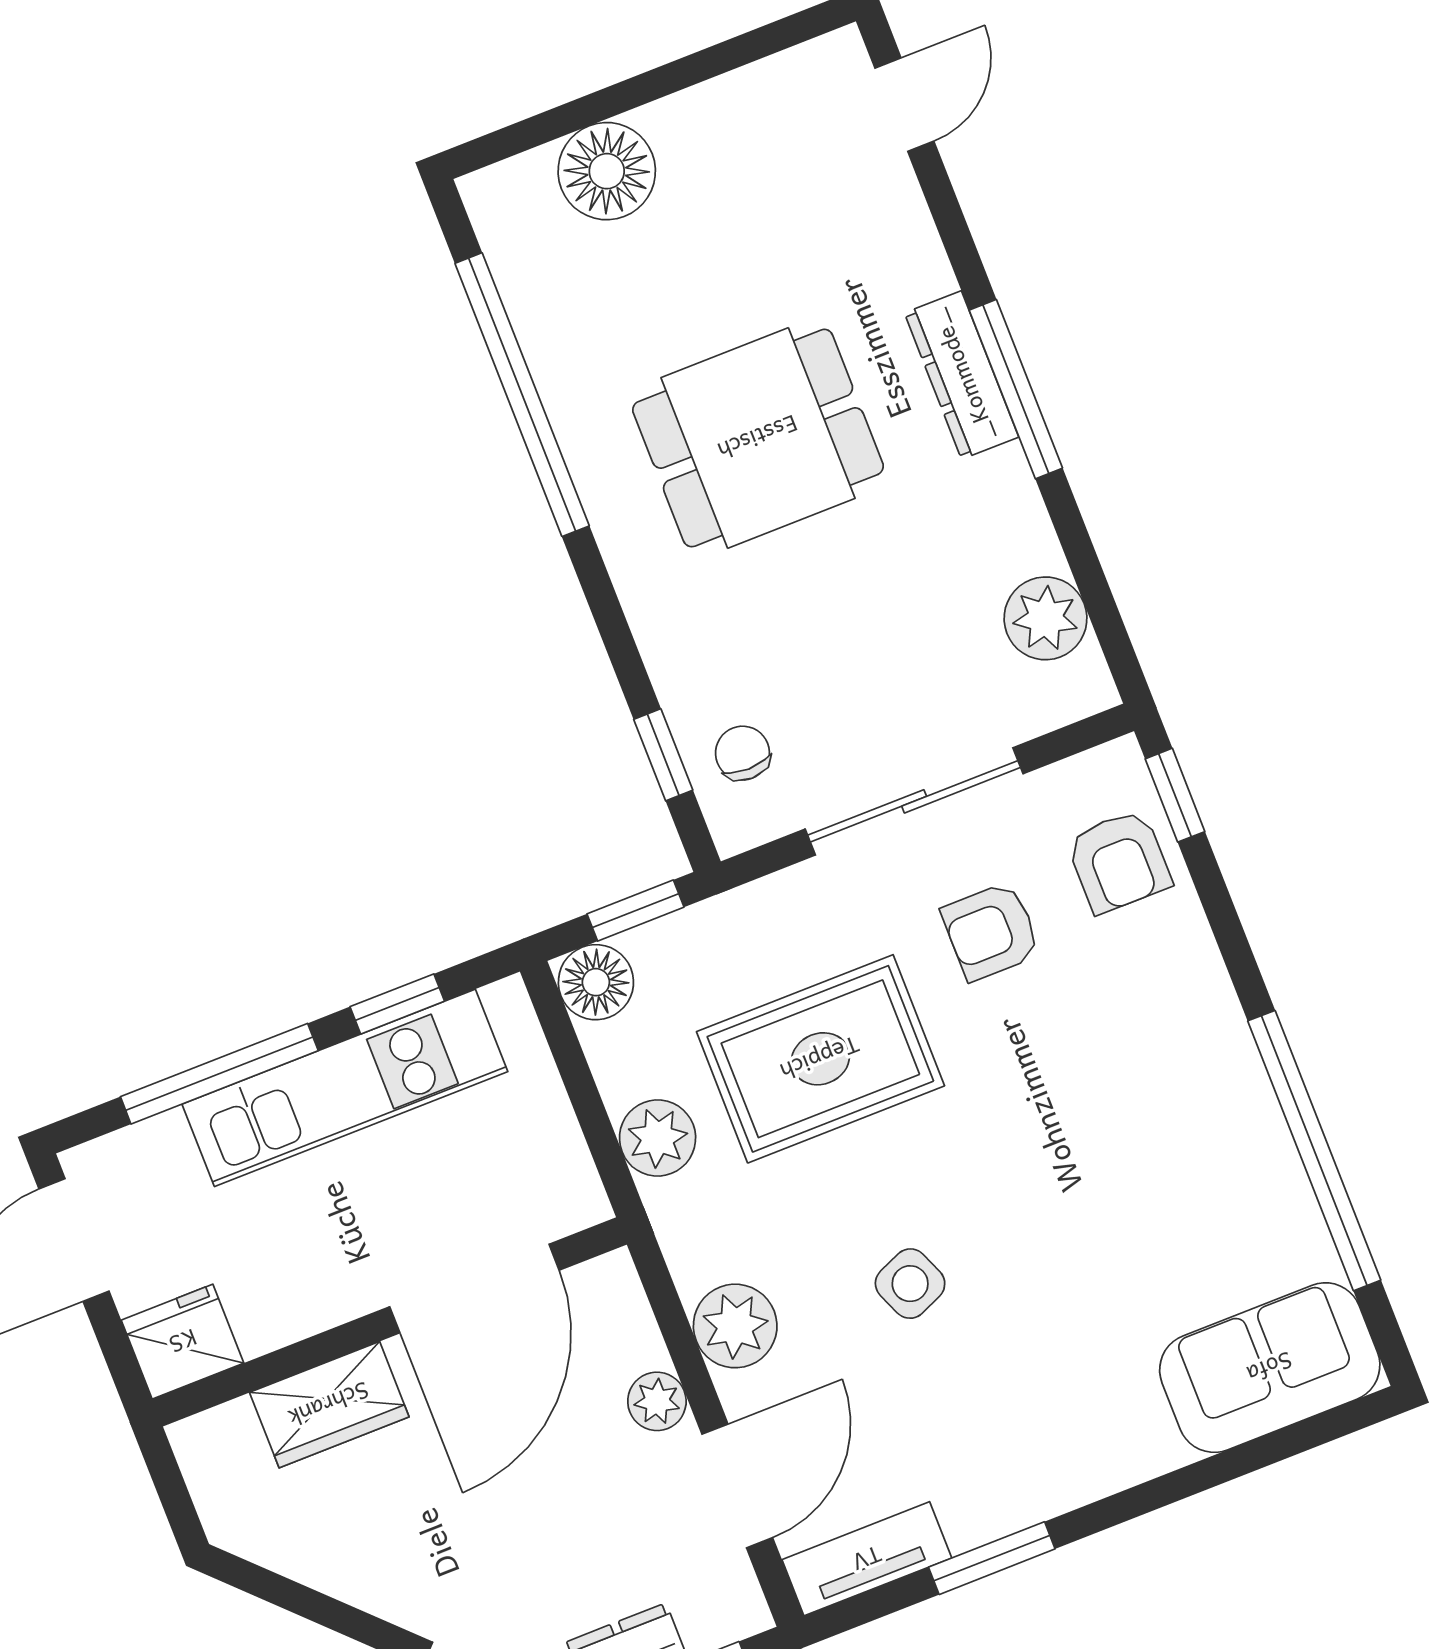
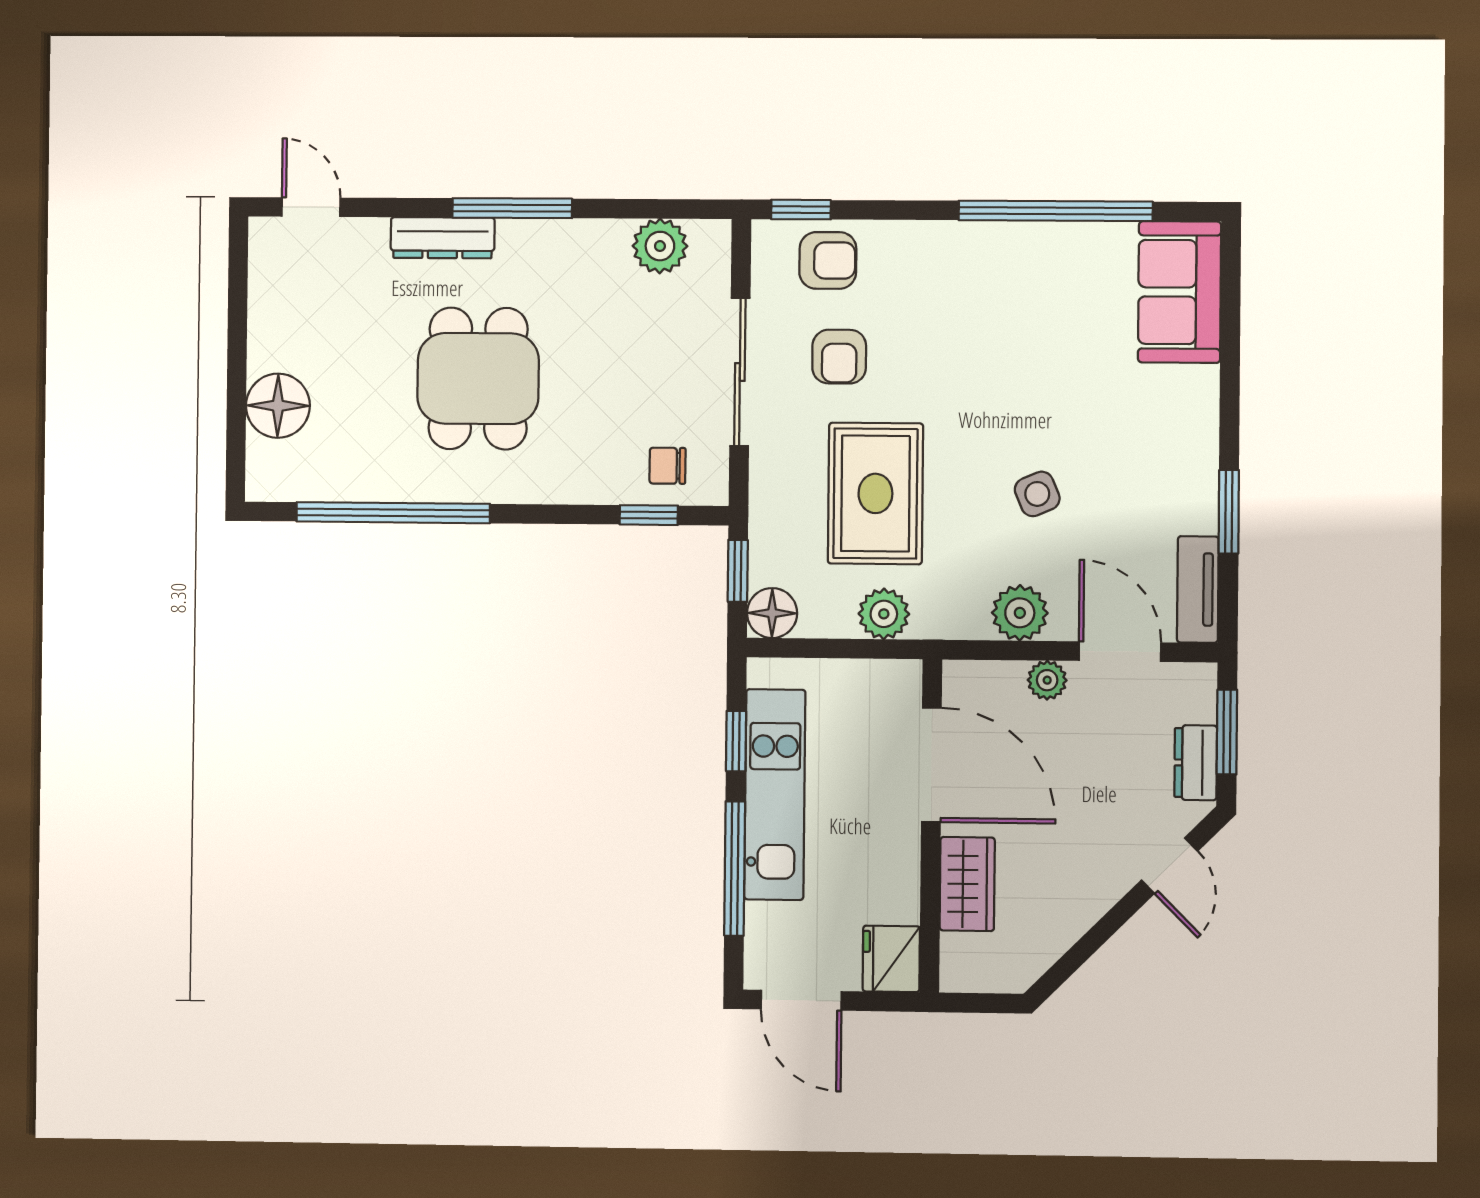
dresser: (962, 375) -> (443, 238), moved

